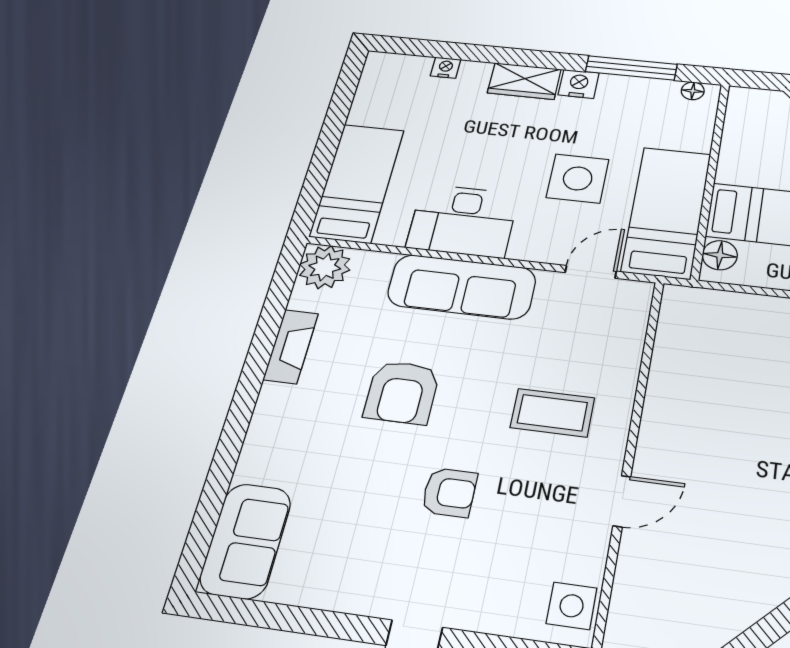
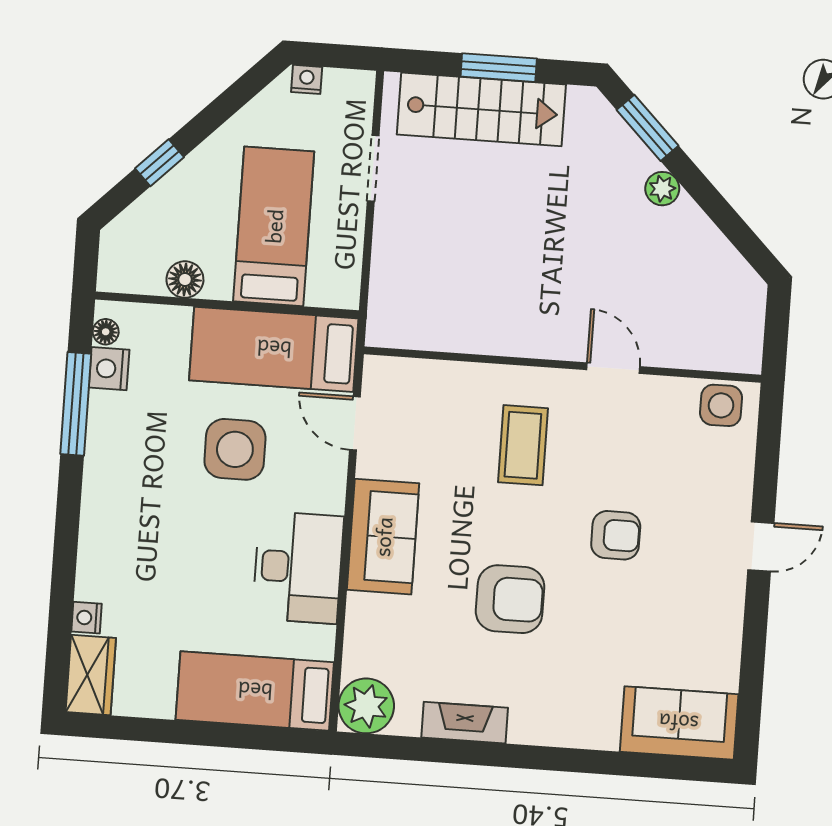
wardrobe: (524, 81) -> (91, 675), moved
nightstand: (579, 84) -> (109, 369), moved
floor lamp: (720, 255) -> (185, 280), moved
sofa: (462, 287) -> (383, 537), width x0.73
armchair: (449, 492) -> (616, 535), turned 90

